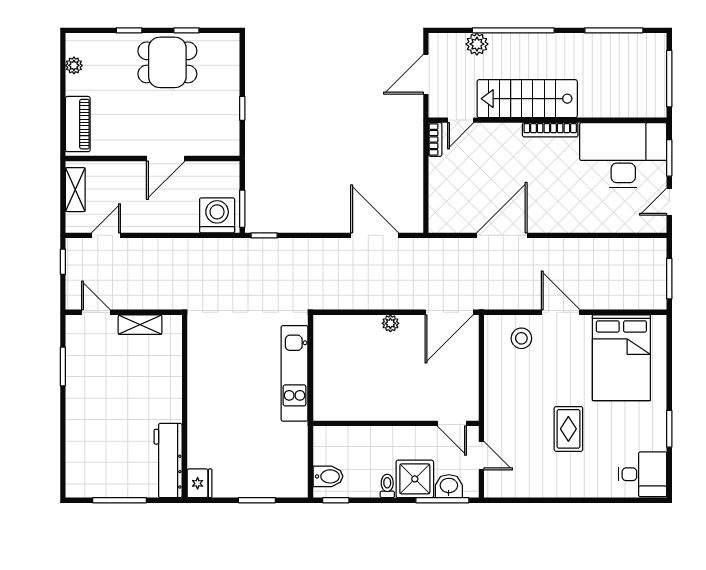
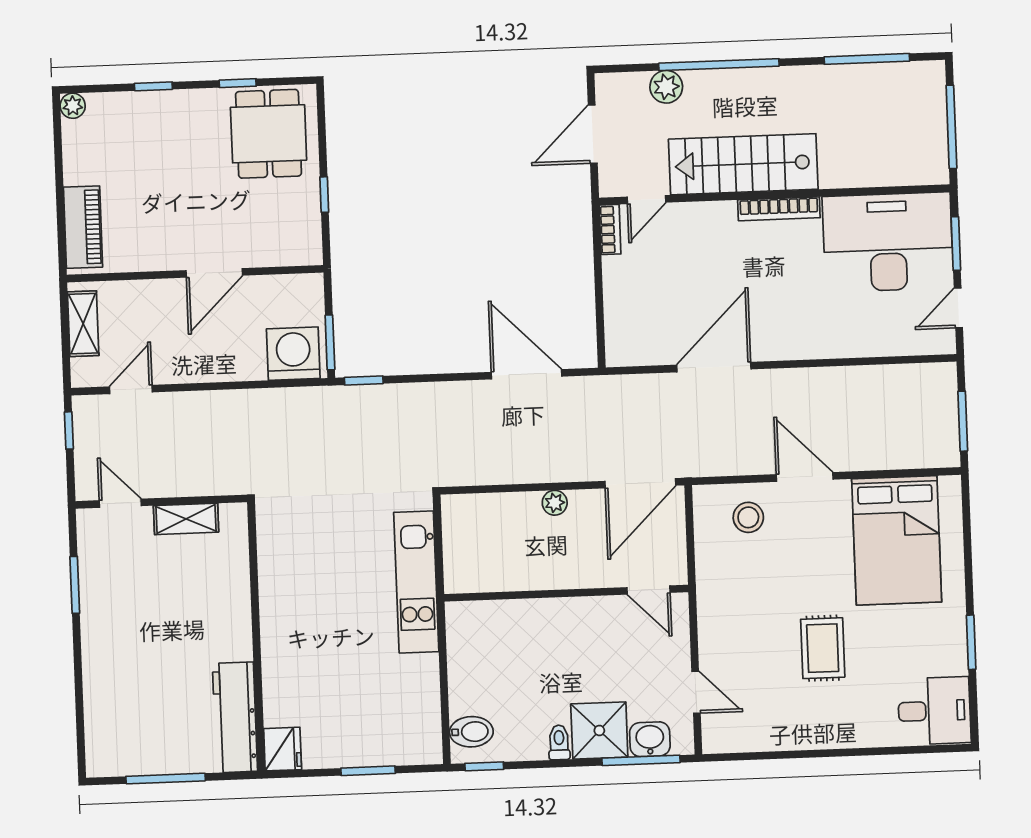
dining table: (167, 62) -> (269, 134), moved, turned 90
plant: (74, 65) -> (73, 106), moved
wall: (396, 423) -> (566, 593), moved
door: (452, 423) -> (649, 590), moved

